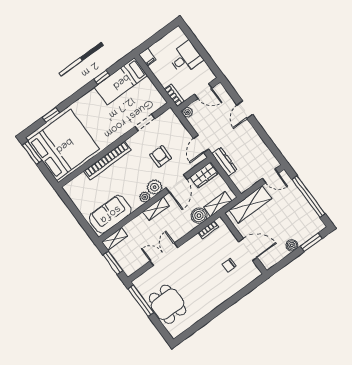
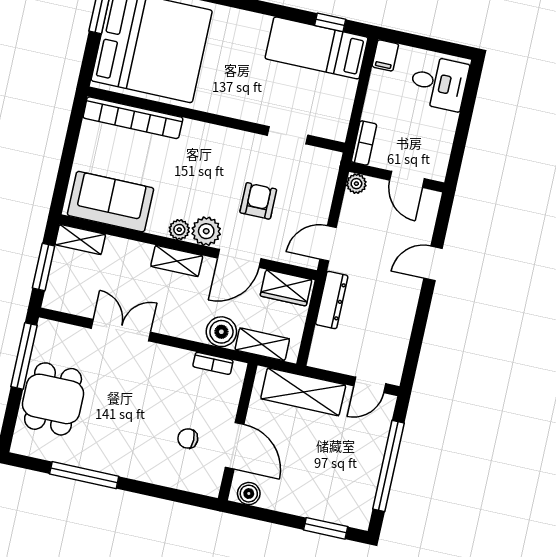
desk: (185, 58) -> (439, 83), moved
window: (102, 77) -> (330, 22), moved
bookcase: (107, 161) -> (133, 118), moved
door: (270, 176) -> (370, 385), hinge flipped
boiler: (292, 245) -> (249, 494), moved
window: (208, 318) -> (84, 475), added

